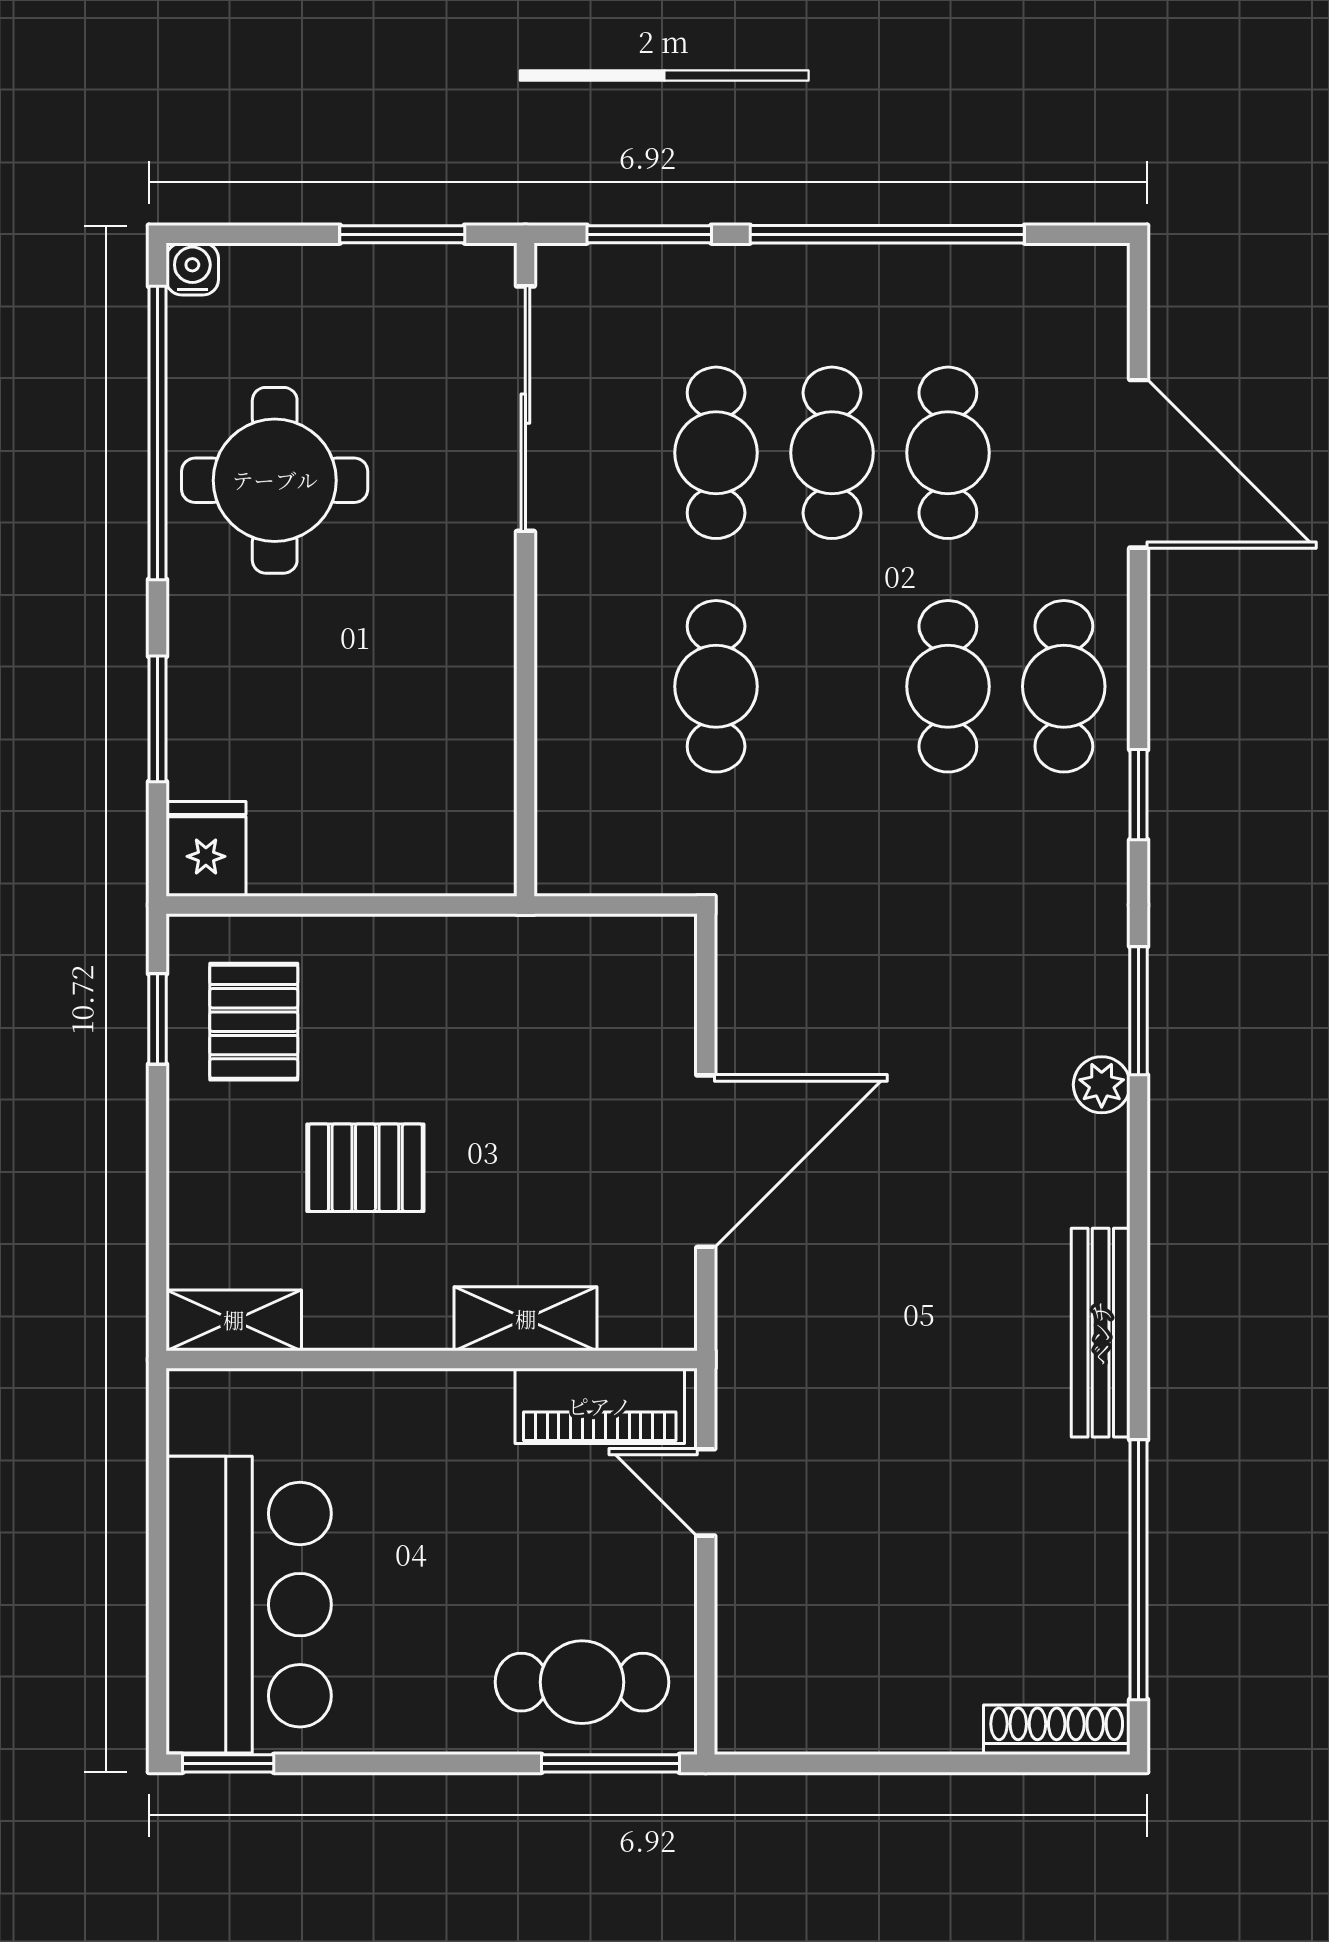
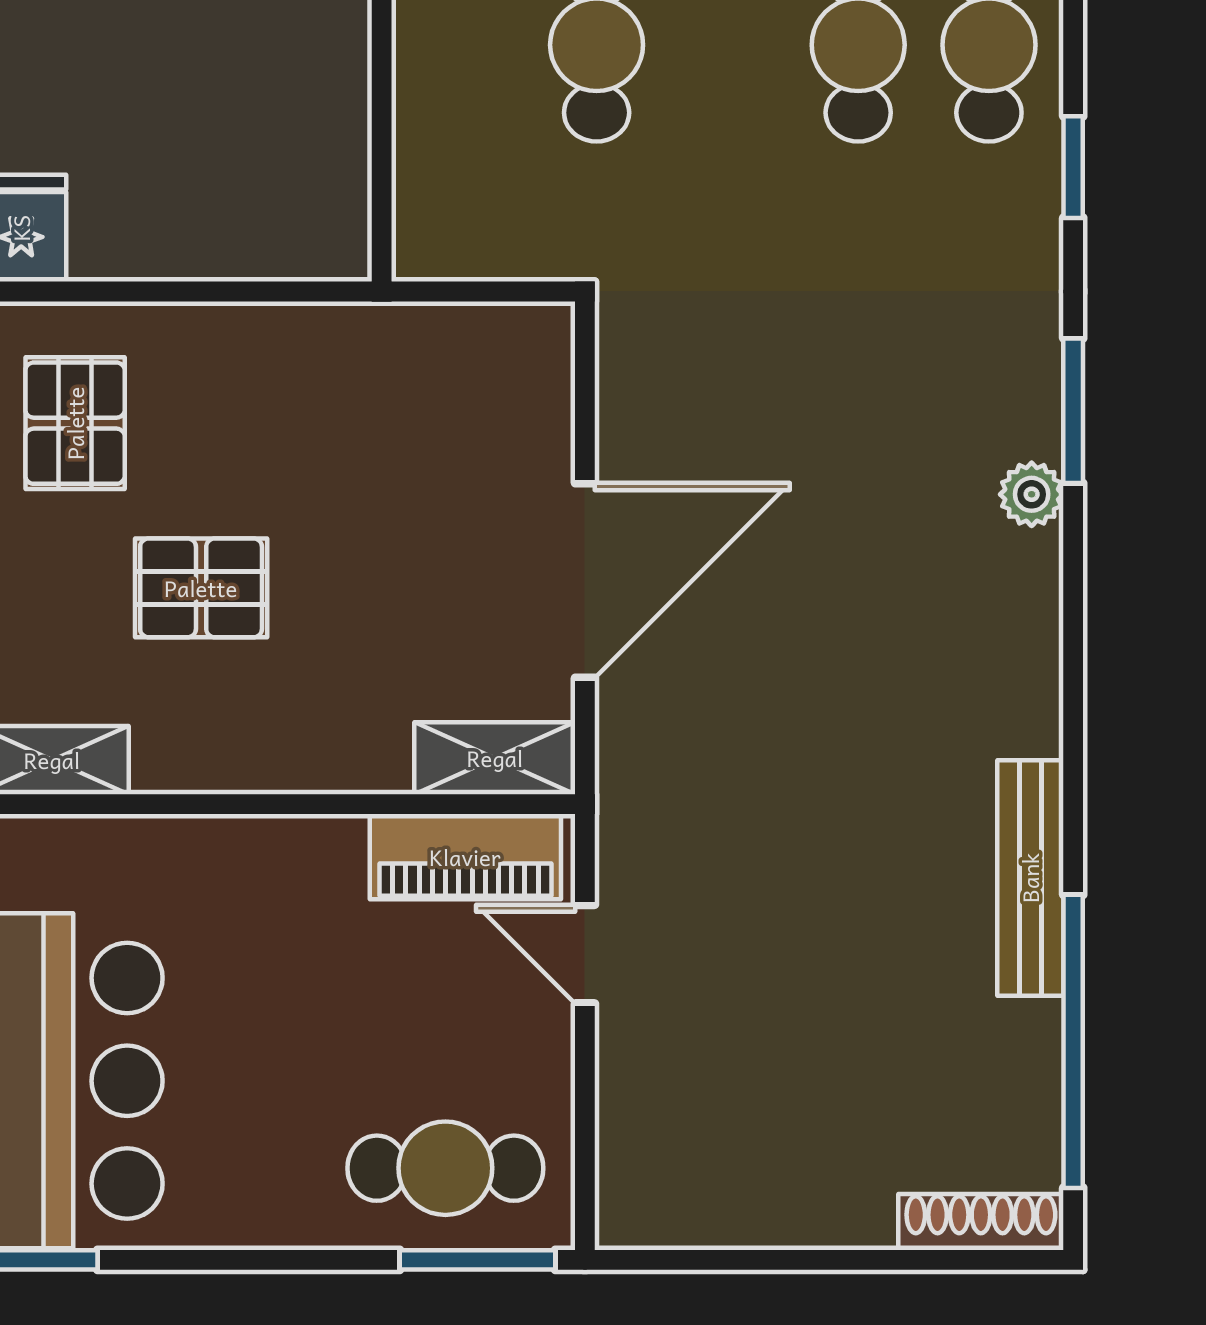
shelving: (526, 1319) -> (495, 758), moved
bench: (1101, 1333) -> (1030, 878), moved

